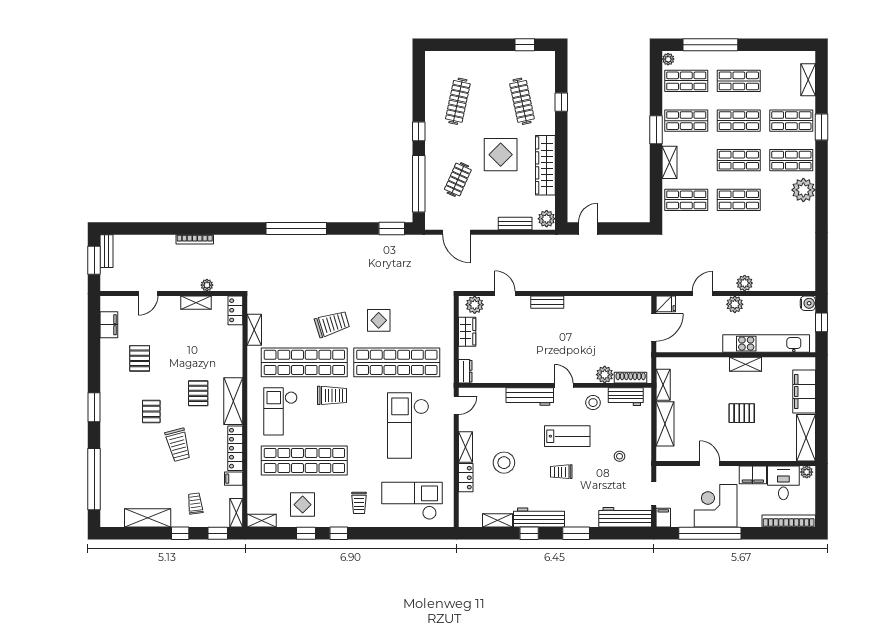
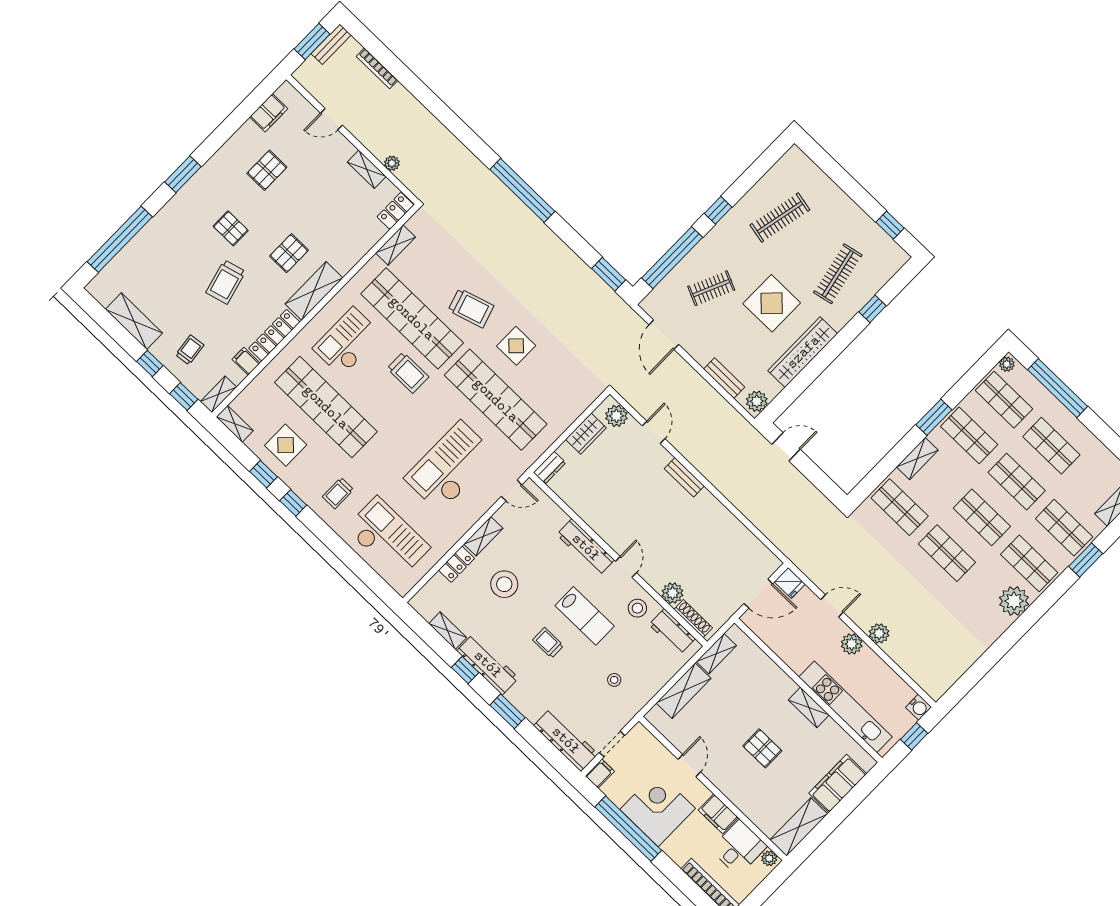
bookcase: (195, 239) -> (377, 68), moved
pallet: (151, 411) -> (231, 228), turned 90

